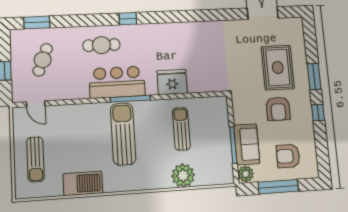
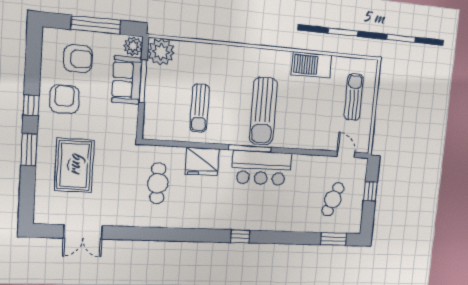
cafe table: (101, 45) -> (158, 183), moved, turned 90
armchair: (278, 109) -> (64, 99), moved
plant: (183, 176) -> (161, 52), moved

